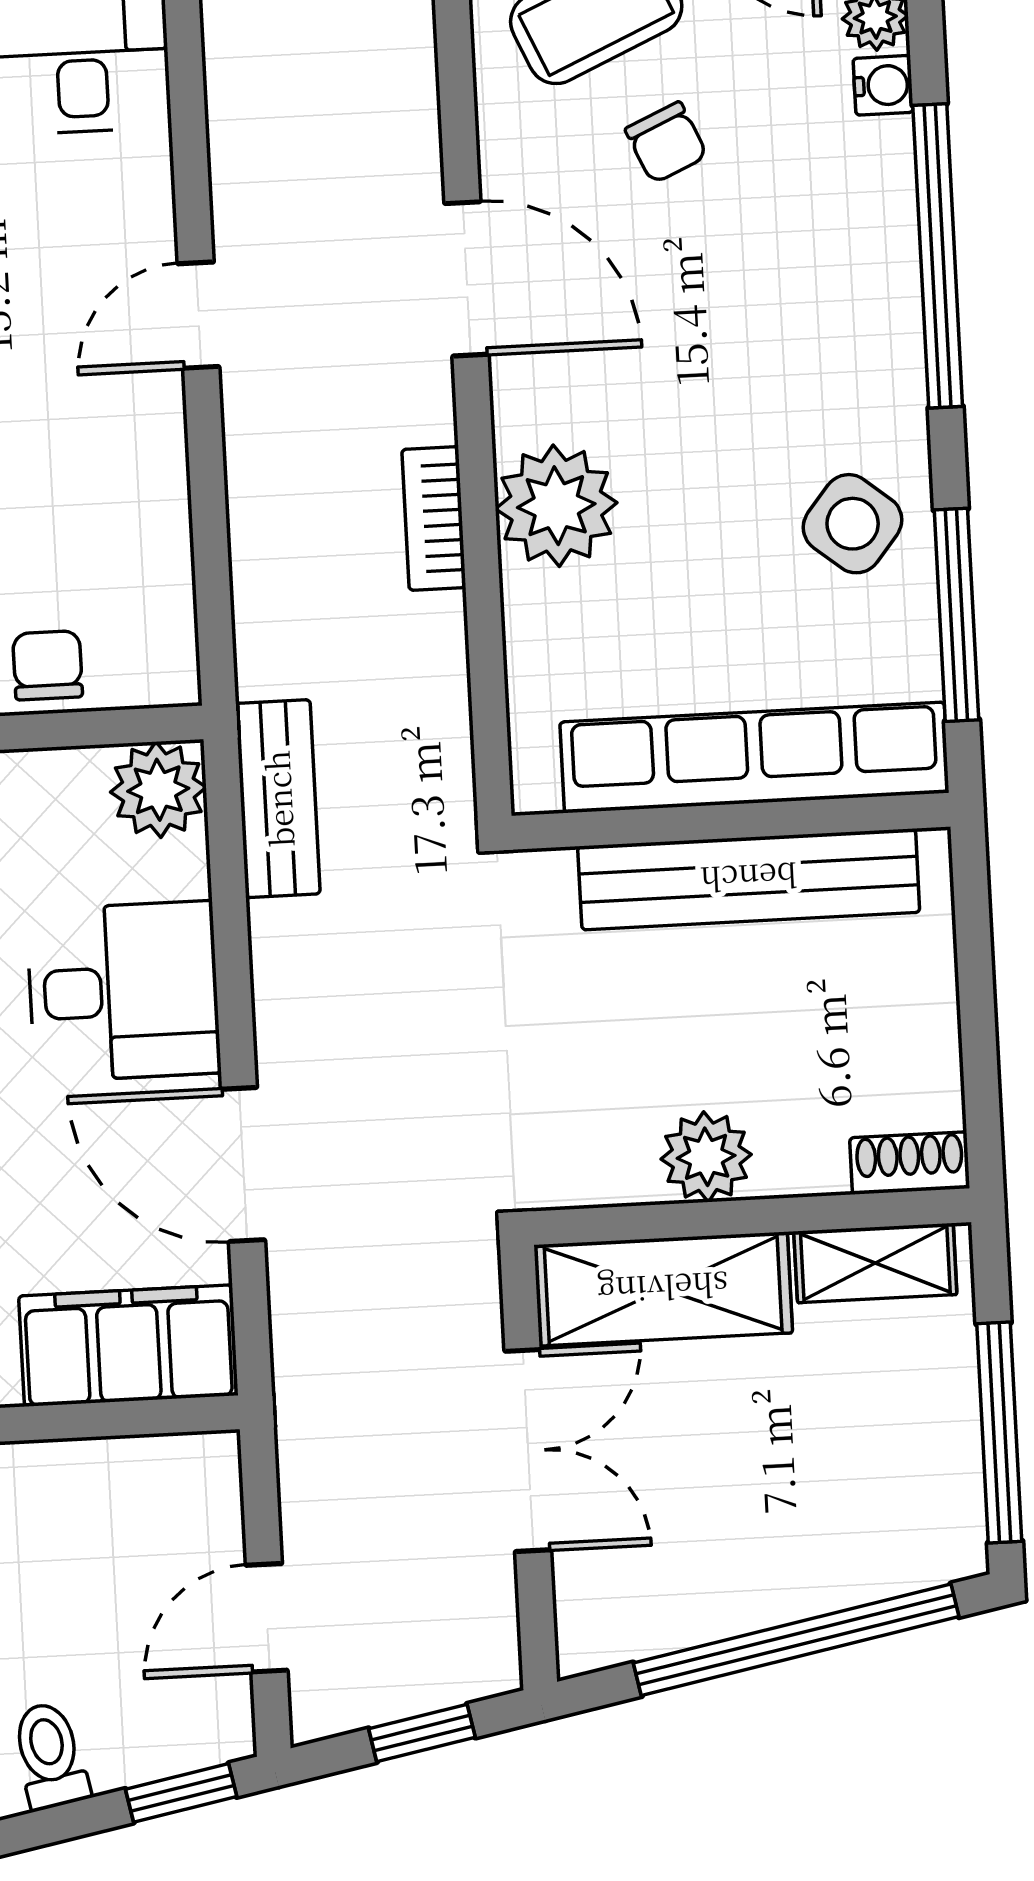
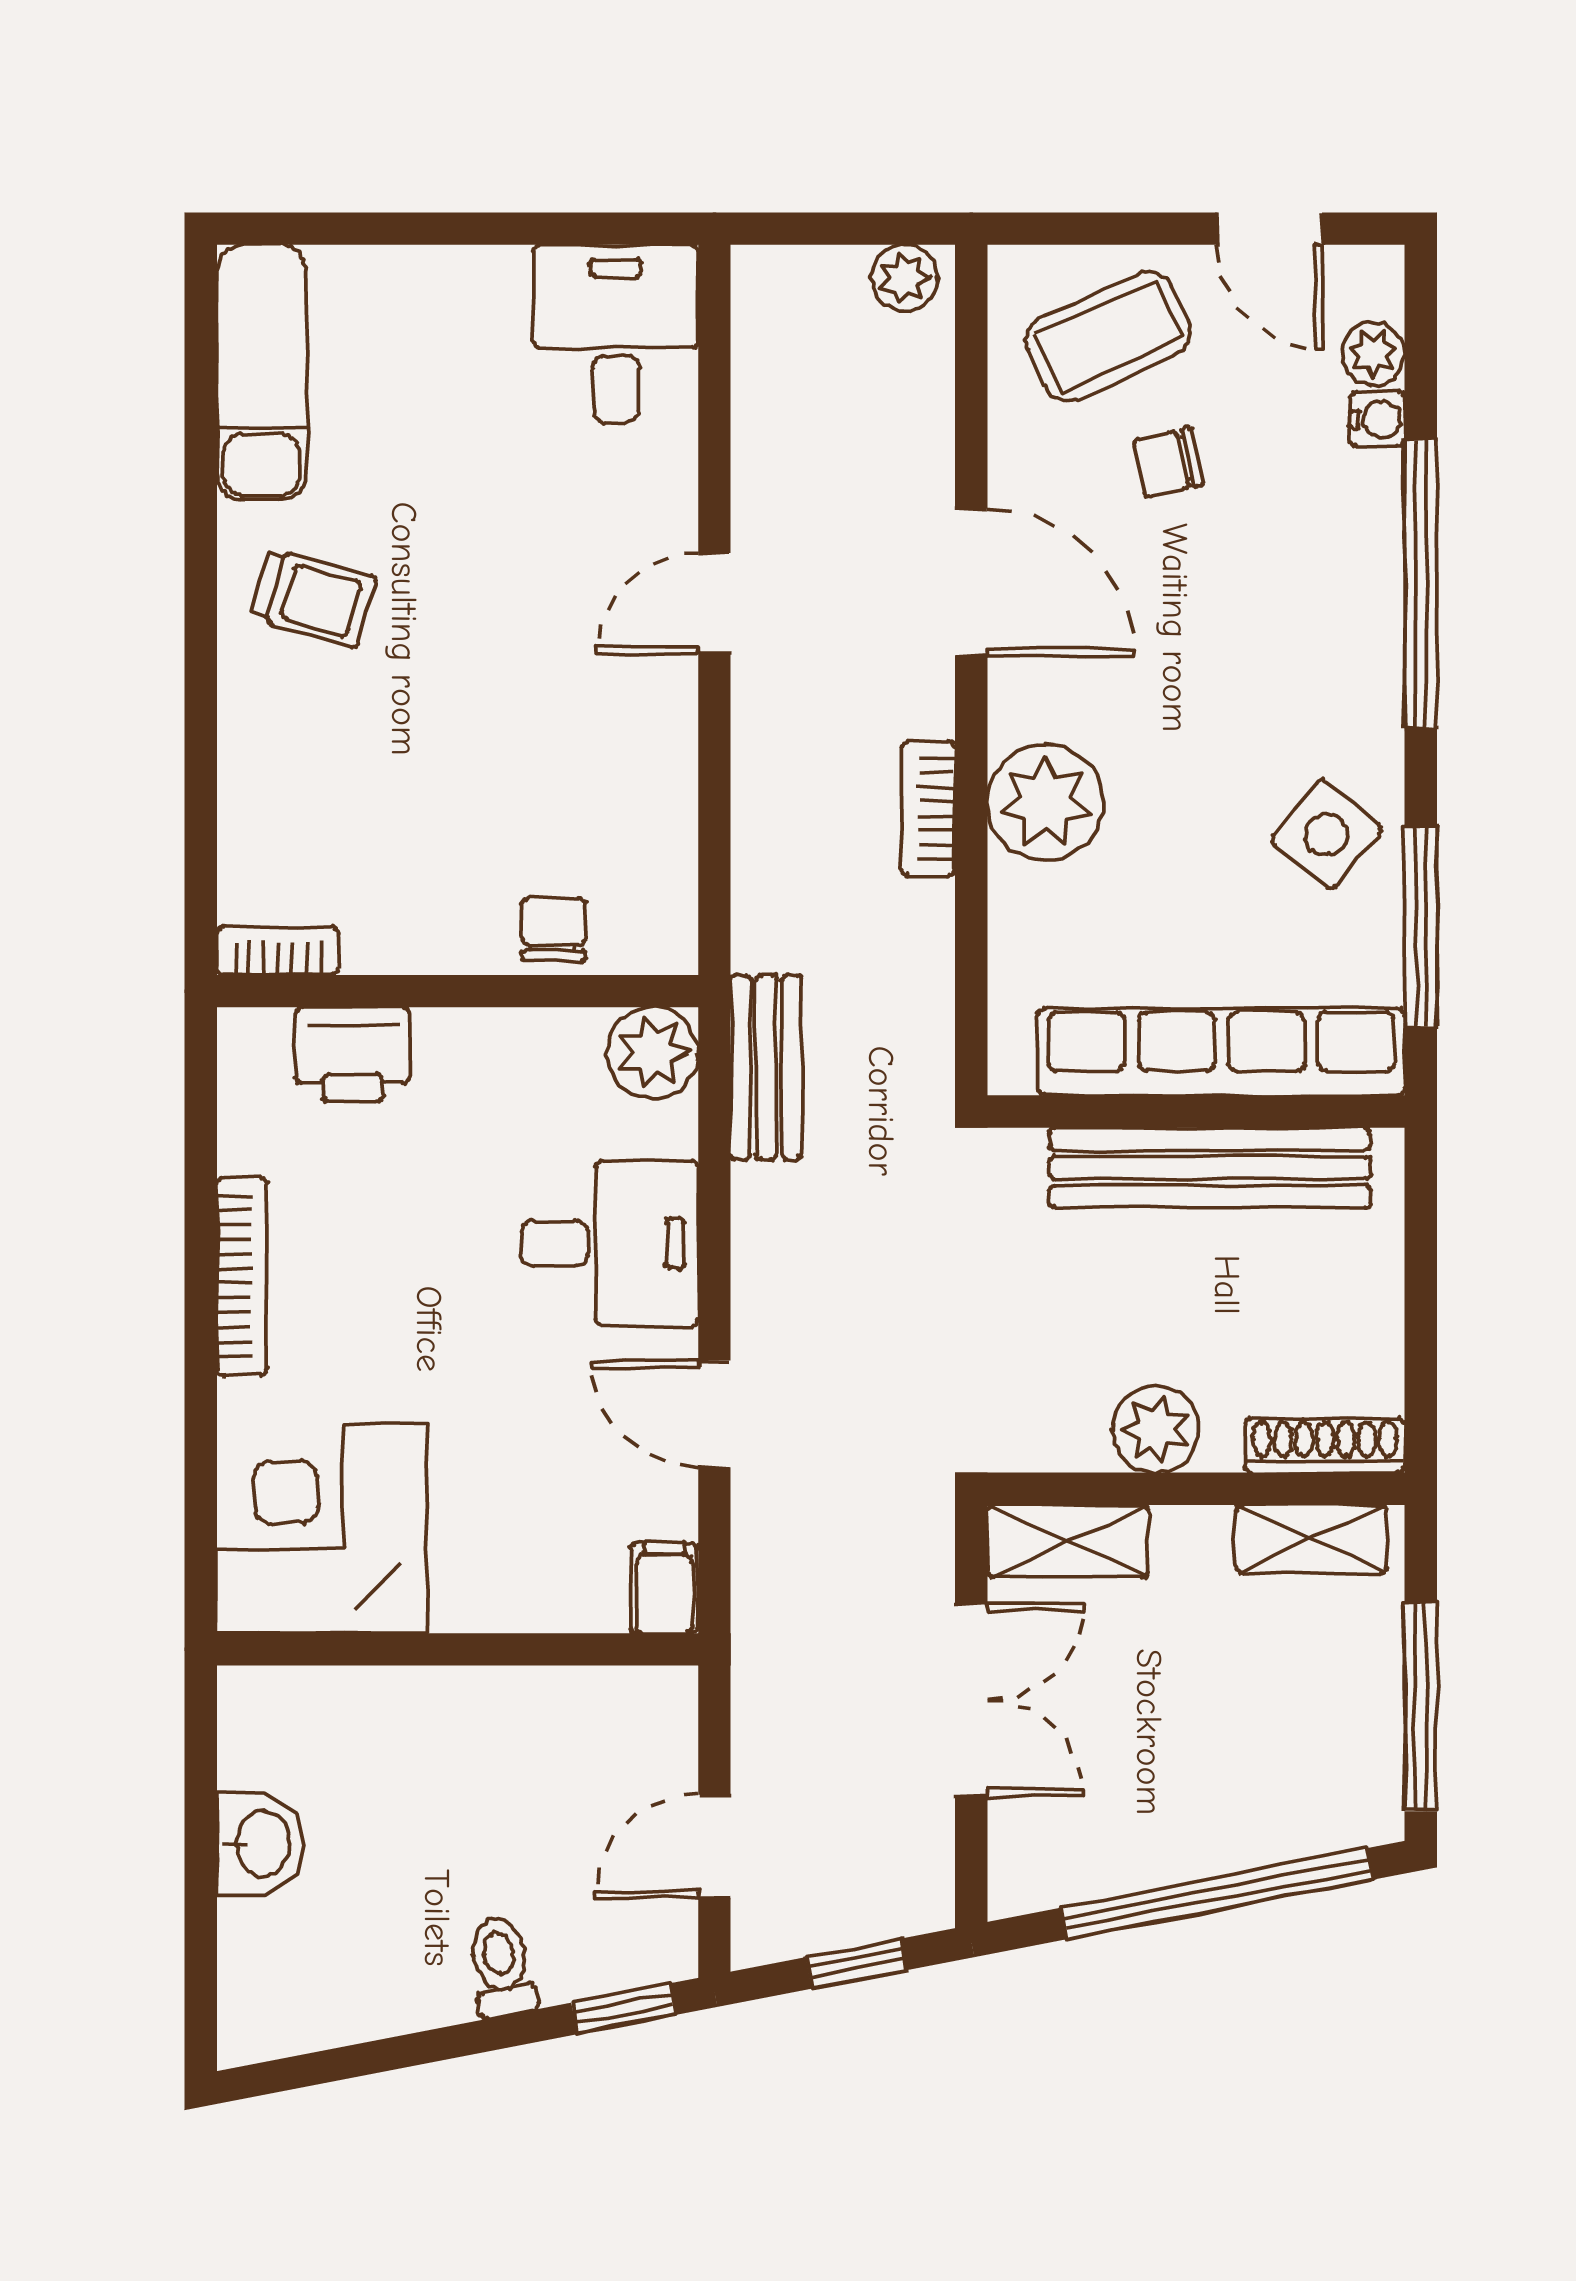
chair: (666, 142) -> (1168, 462), turned 101
shoe rack: (910, 1163) -> (1325, 1446), width x1.43
door: (243, 1165) -> (714, 1414), width x0.73
shelving: (663, 1289) -> (1068, 1541), width x0.67, depth x0.75
filing cabinet: (128, 1346) -> (664, 1588), width x0.33, depth x0.86

